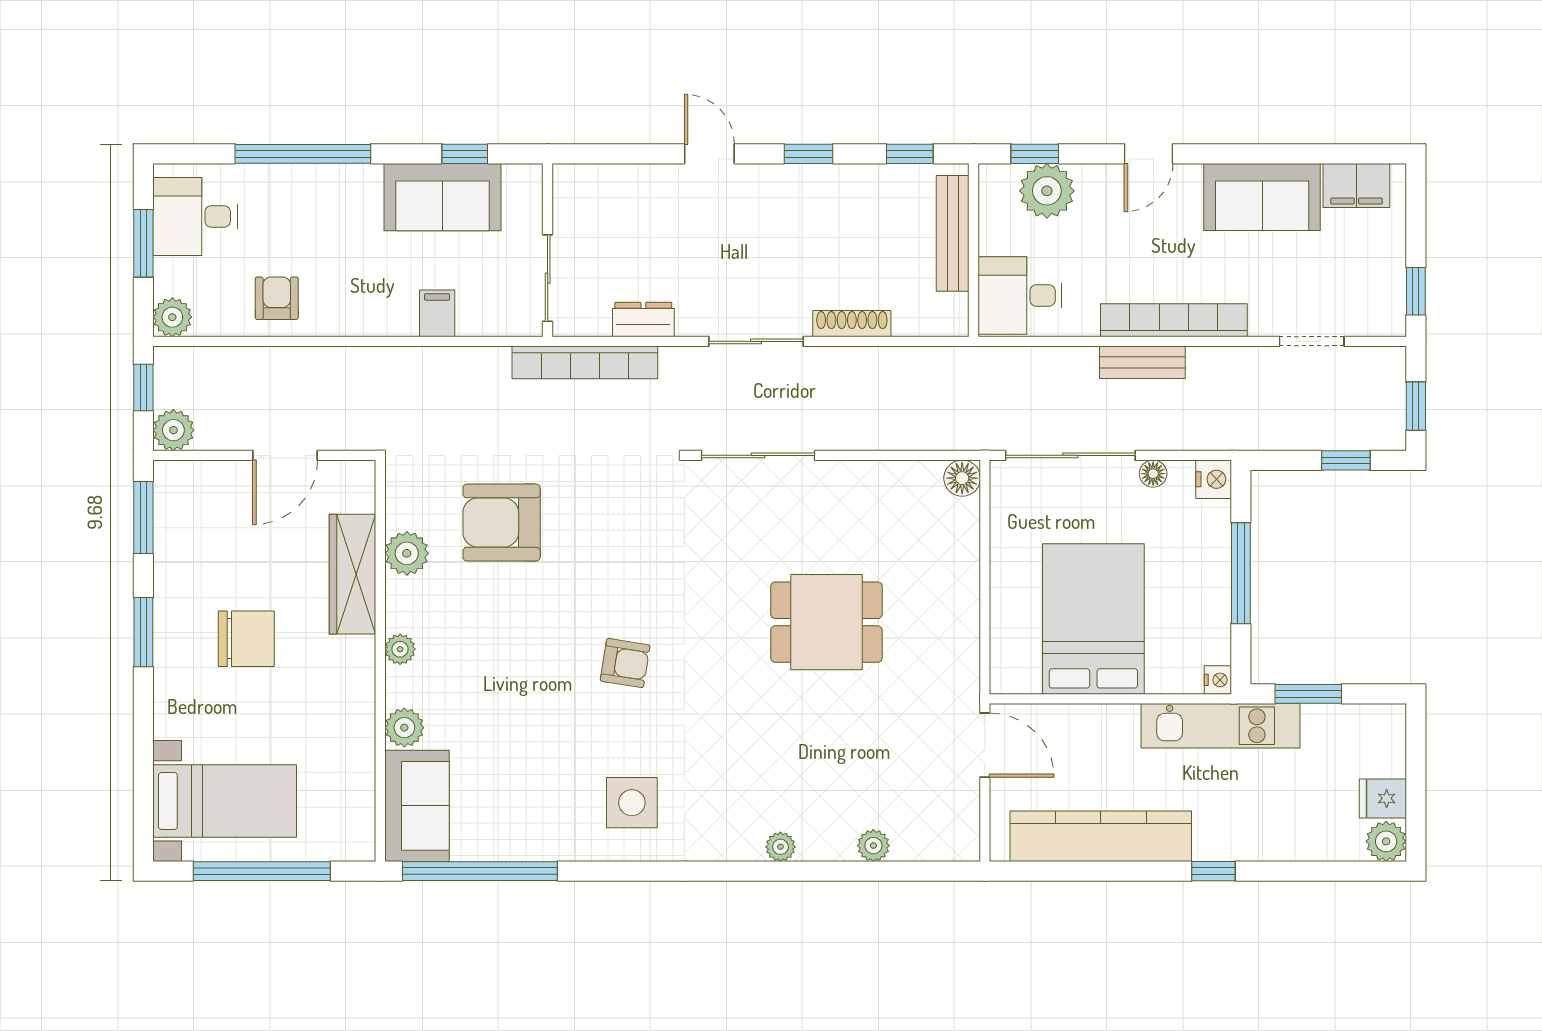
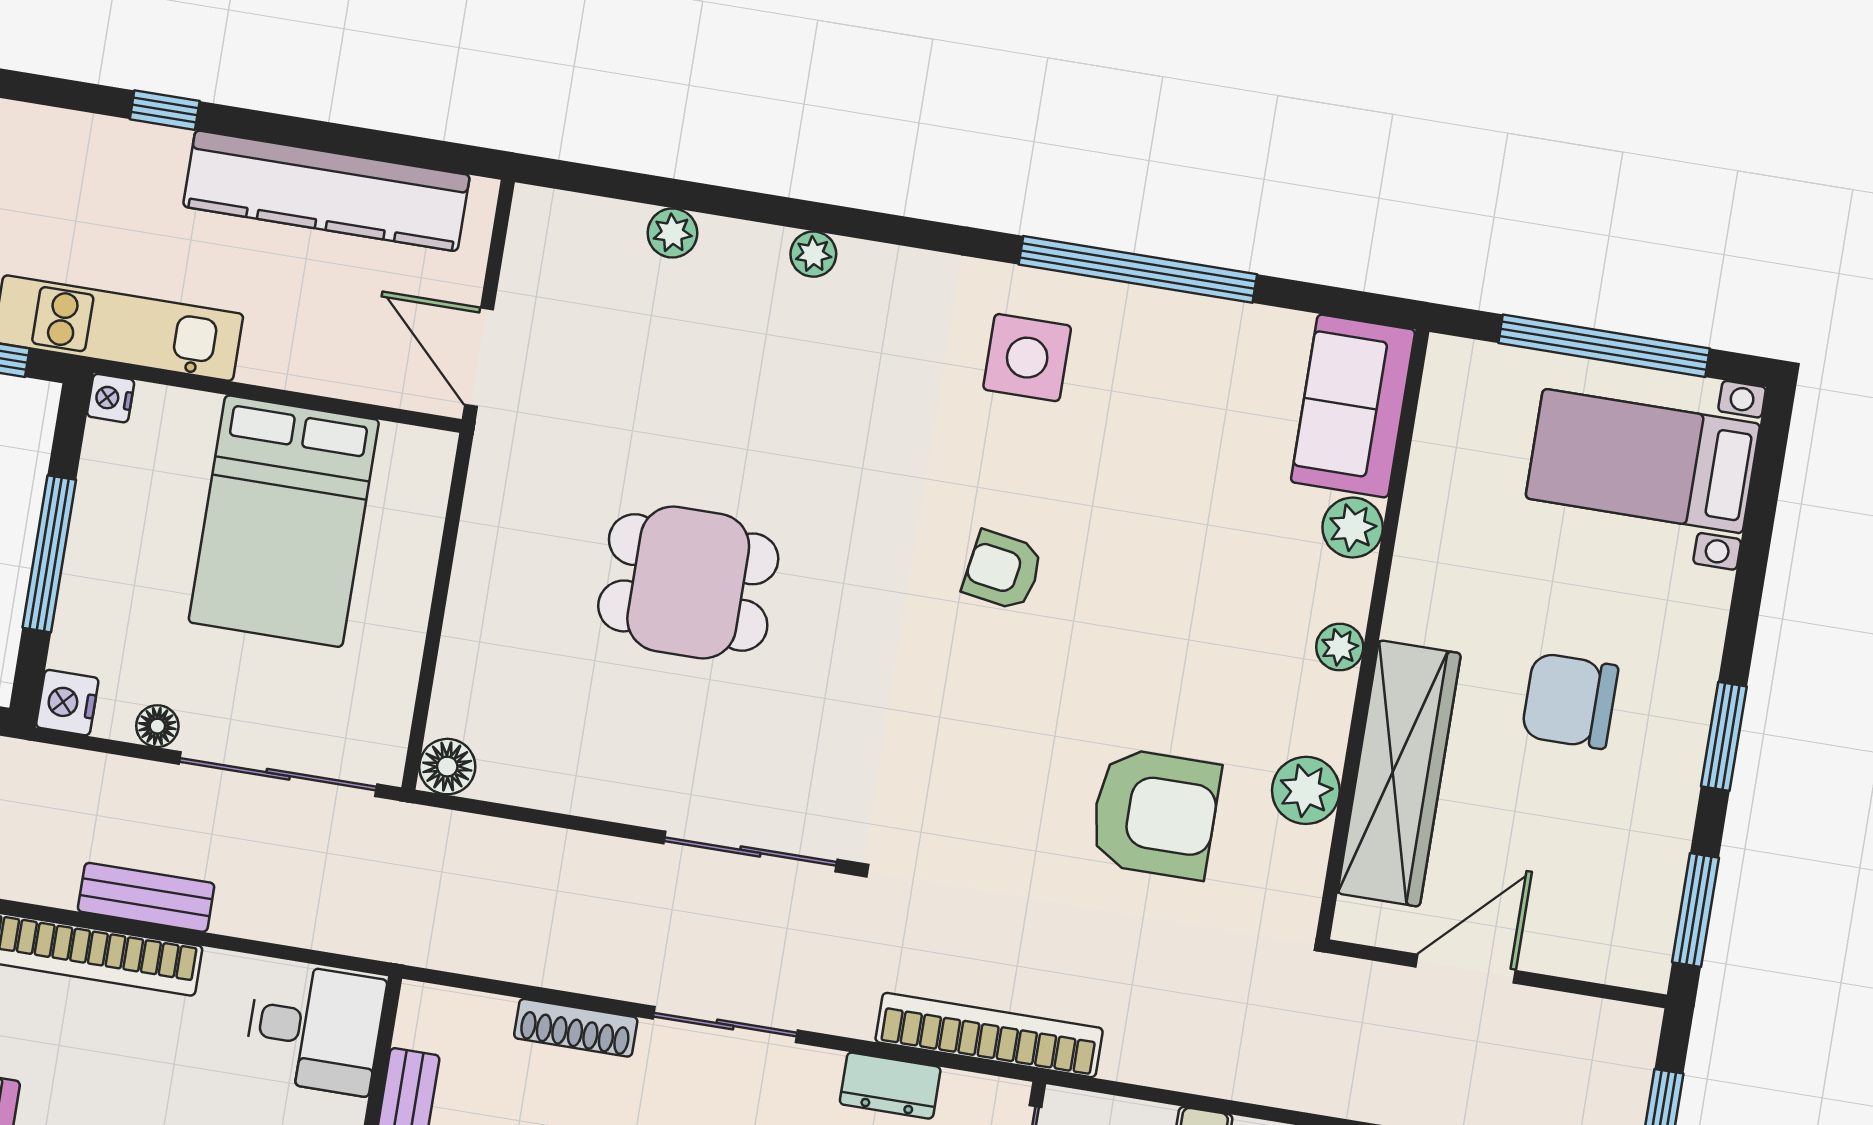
plant: (173, 430) -> (1628, 1034), removed
wardrobe: (352, 574) -> (1399, 773), width x1.40, depth x1.17
window: (480, 871) -> (1138, 269), moved

